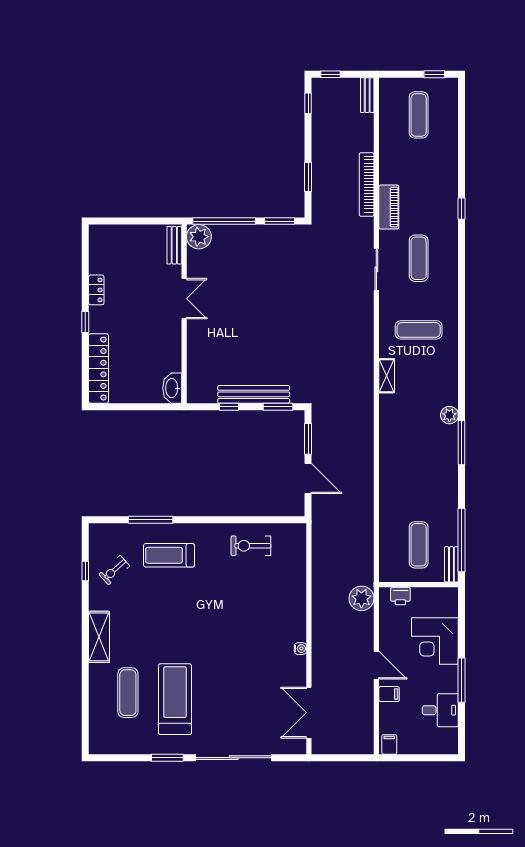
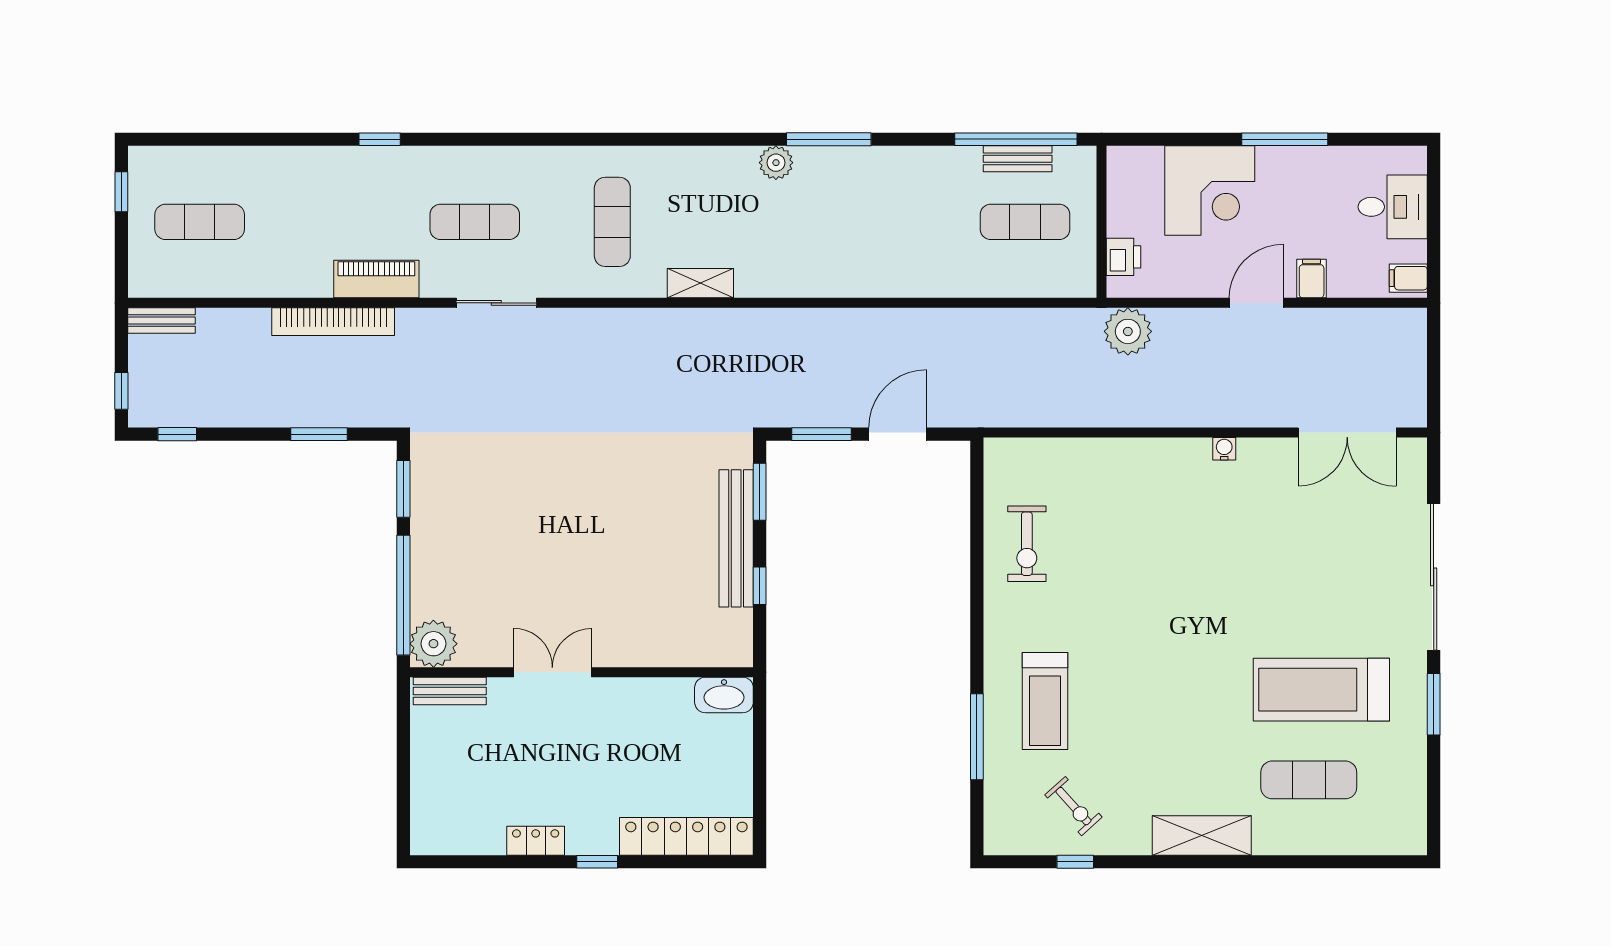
bench: (451, 564) -> (1018, 159), moved
desk: (440, 710) -> (1393, 207), moved, turned 90

